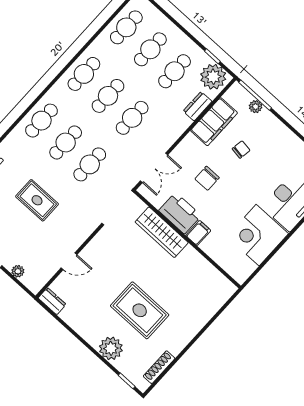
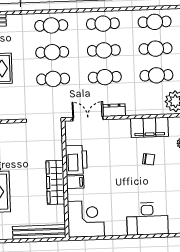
dresser: (198, 106) -> (114, 110), moved
double door: (154, 168) -> (88, 119), swing flipped
chair: (207, 178) -> (112, 156), removed
wardrobe: (162, 232) -> (55, 182), moved
corner desk: (258, 235) -> (86, 219), moved, turned 90
bench: (211, 307) -> (39, 232), added

